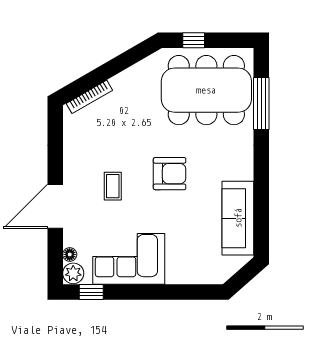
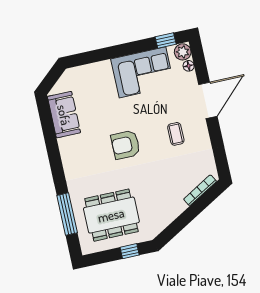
dining table: (206, 90) -> (111, 215), width x0.73, depth x0.80
coffee table: (113, 186) -> (176, 134), moved
sofa: (238, 218) -> (64, 115), width x0.73

